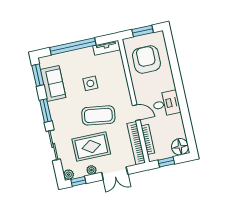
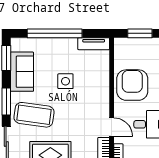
armchair: (146, 60) -> (132, 85), moved
coffee table: (98, 115) -> (34, 115), moved

